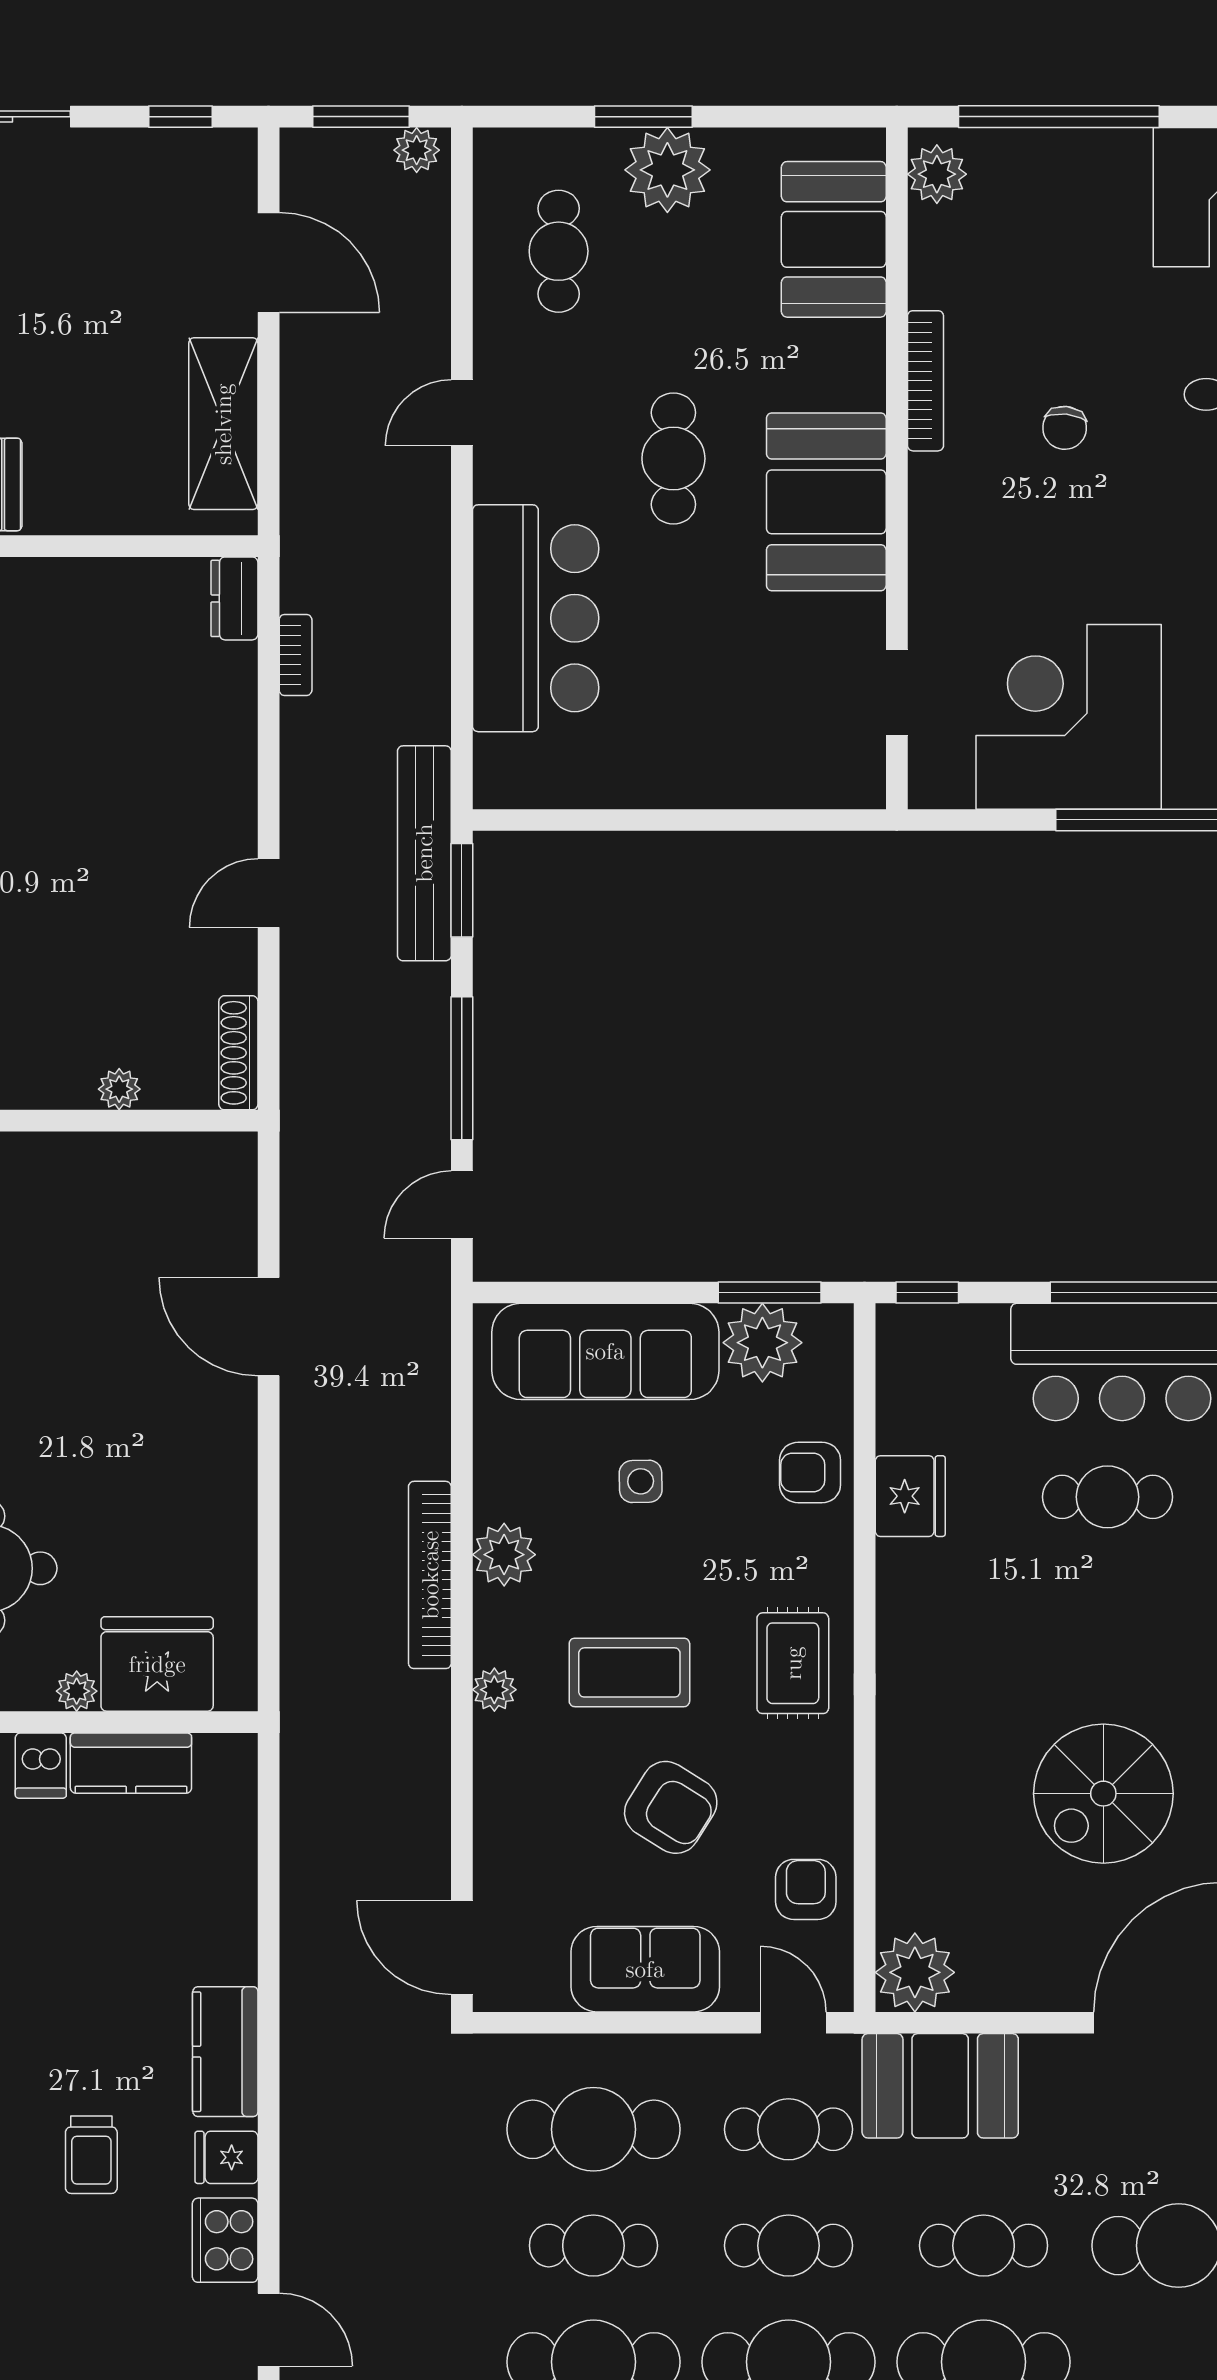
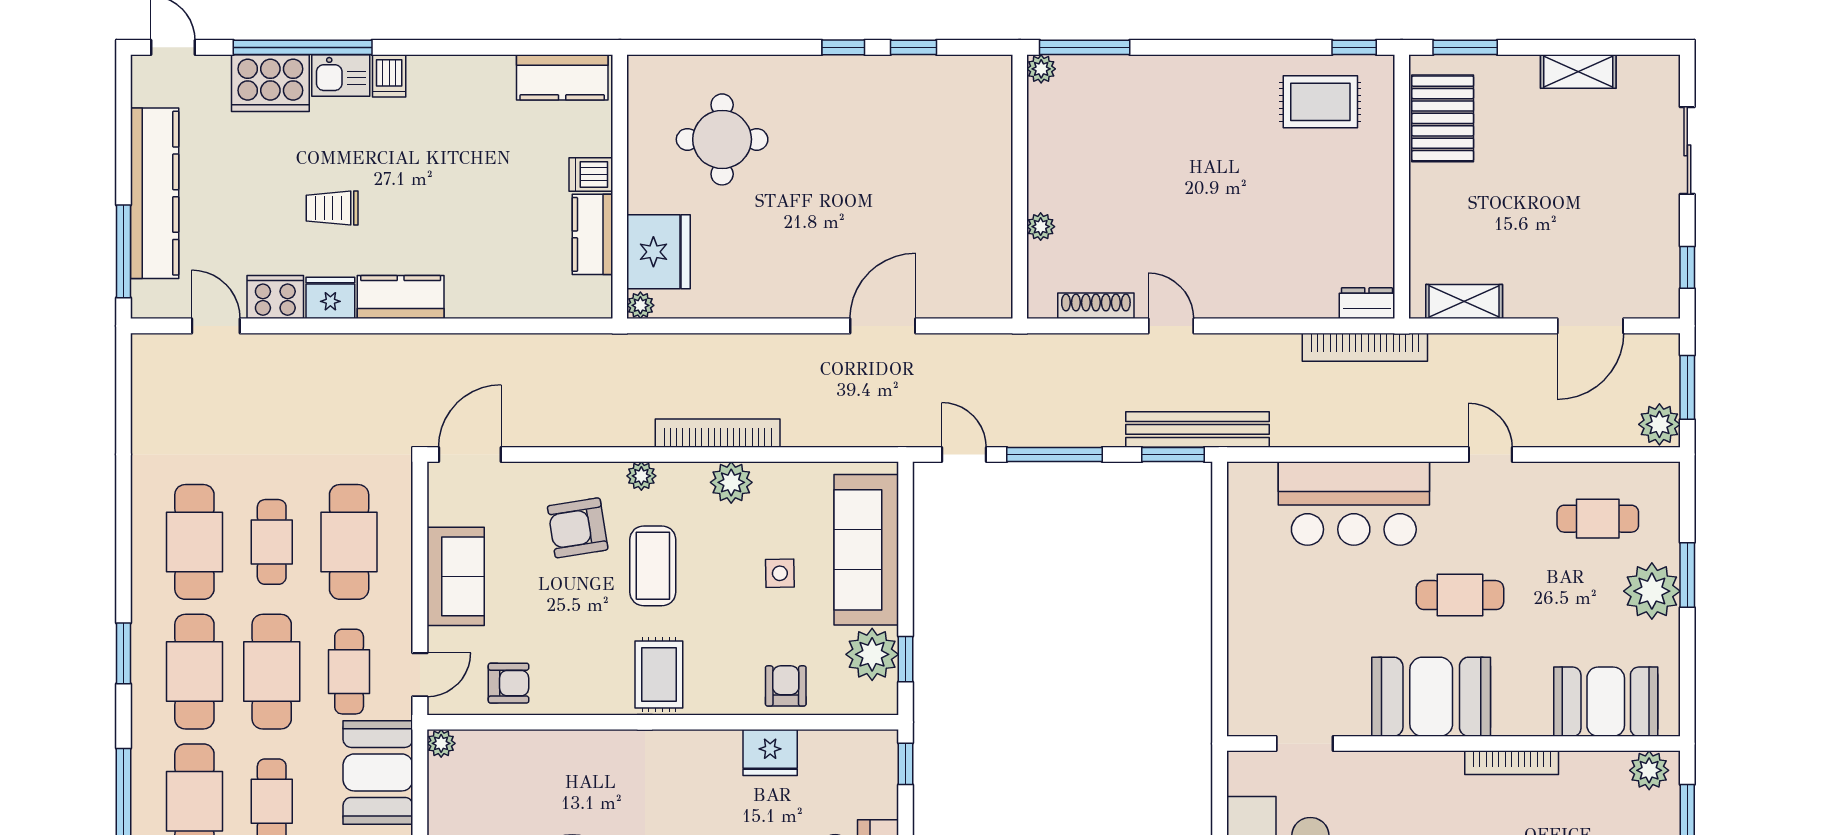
plant: (417, 150) -> (1659, 424), width x1.38, depth x1.38
shelving: (223, 424) -> (1464, 302), width x0.67, depth x0.75
bookcase: (296, 655) -> (1365, 347), width x2.31, depth x1.31
shoe rack: (238, 1053) -> (1096, 306), moved
window: (770, 1293) -> (905, 659), width x0.67
rug: (793, 1663) -> (659, 674), turned 90
plant: (77, 1691) -> (640, 305), moved
armchair: (671, 1807) -> (578, 528), moved, turned 49
plant: (915, 1972) -> (441, 743), width x0.53, depth x0.53
fridge: (227, 2157) -> (330, 298), width x1.38
cafe table: (788, 2246) -> (272, 672), width x1.37, depth x1.35
door: (269, 2330) -> (216, 326), swing flipped

